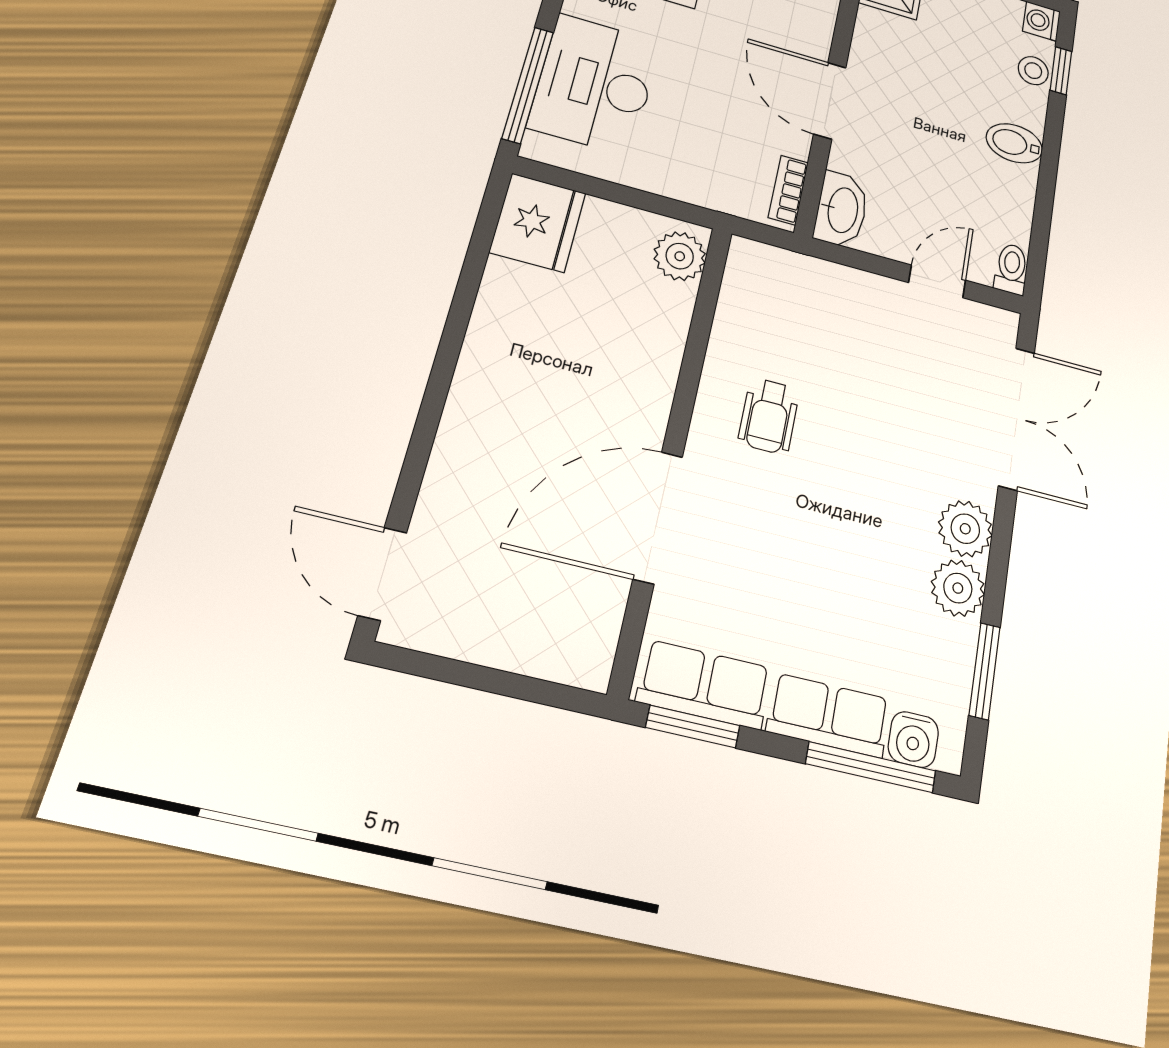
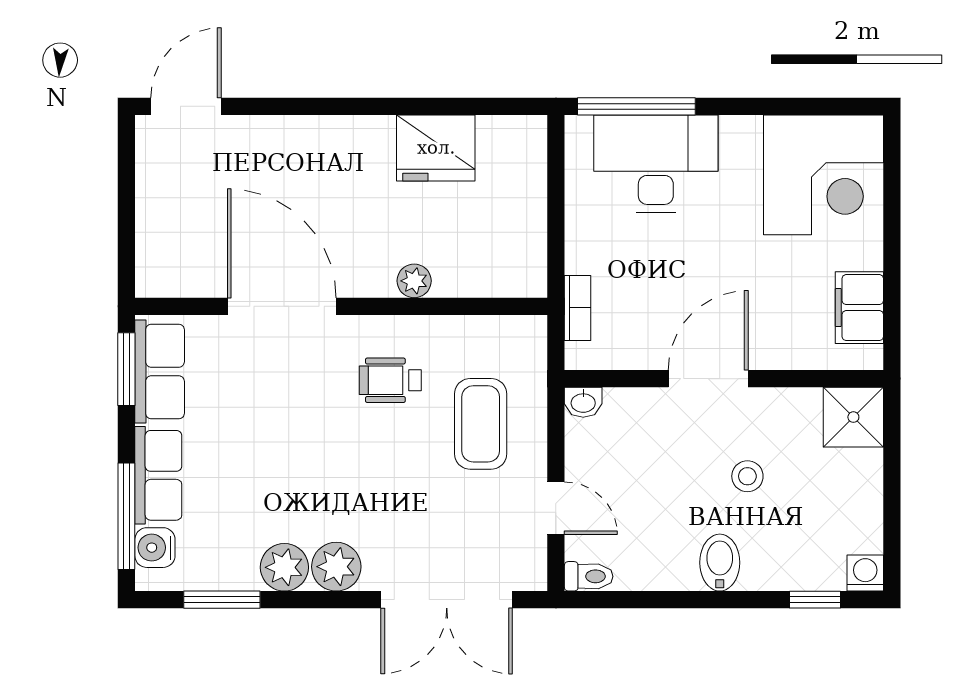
stool: (1033, 71) -> (747, 476), moved
bookcase: (788, 190) -> (578, 308), moved, turned 90
washbasin: (842, 210) -> (583, 402), width x0.52, depth x0.69
fridge: (538, 223) -> (436, 148), moved
plant: (680, 256) -> (414, 281), moved, width x0.73, depth x0.73
coffee table: (835, 333) -> (481, 424), added

